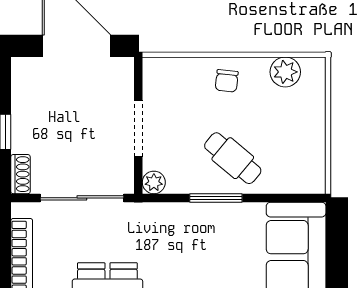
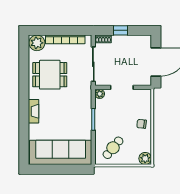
plant: (285, 72) -> (145, 159), moved
cafe table: (233, 158) -> (113, 148), moved

